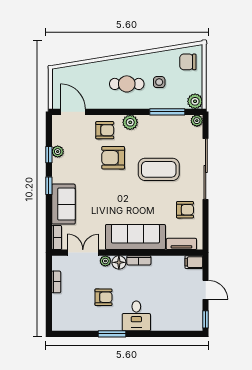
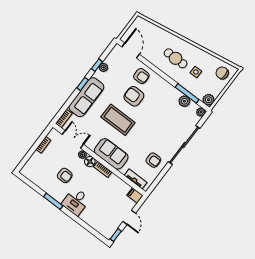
plant: (130, 122) -> (184, 101), moved
coffee table: (159, 169) -> (118, 120), moved
sofa: (63, 204) -> (86, 97), width x1.36
sofa: (135, 237) -> (111, 154), width x0.73

